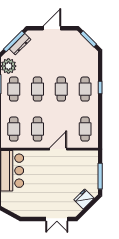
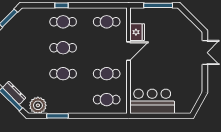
cafe table: (14, 89) -> (63, 100), removed
door: (58, 149) -> (129, 51), swing flipped
fridge: (84, 199) -> (137, 32), moved, turned -135

